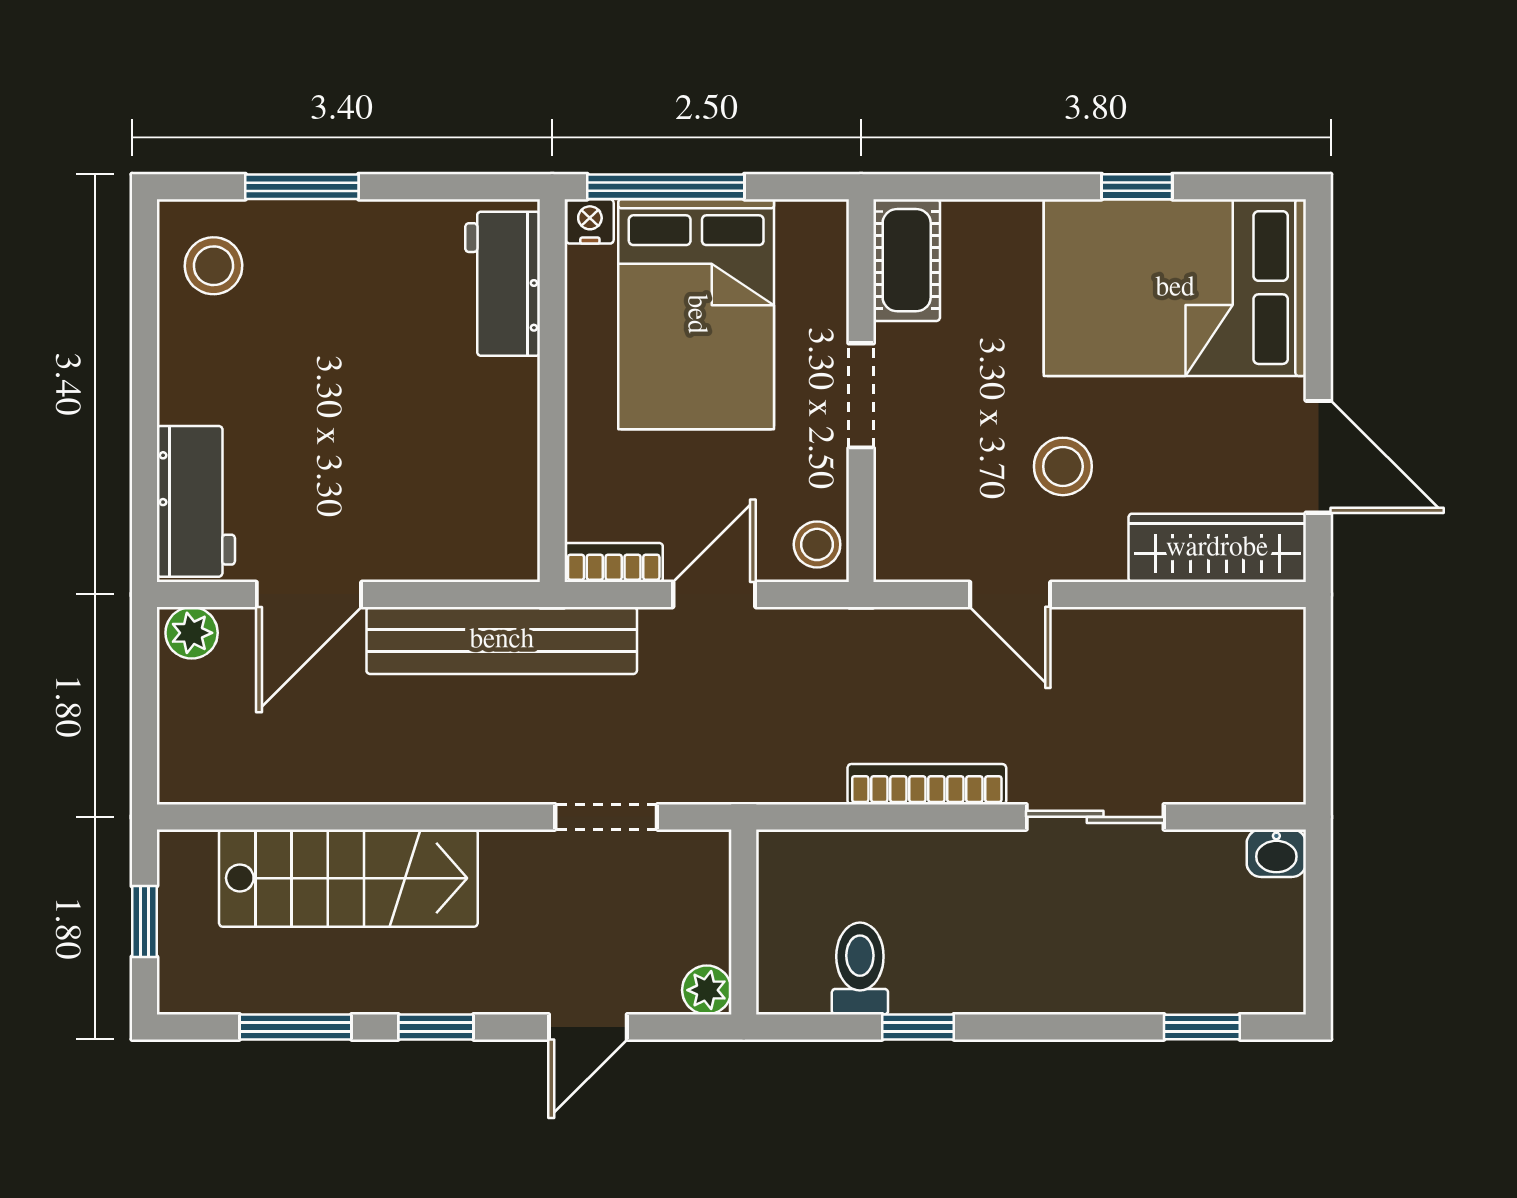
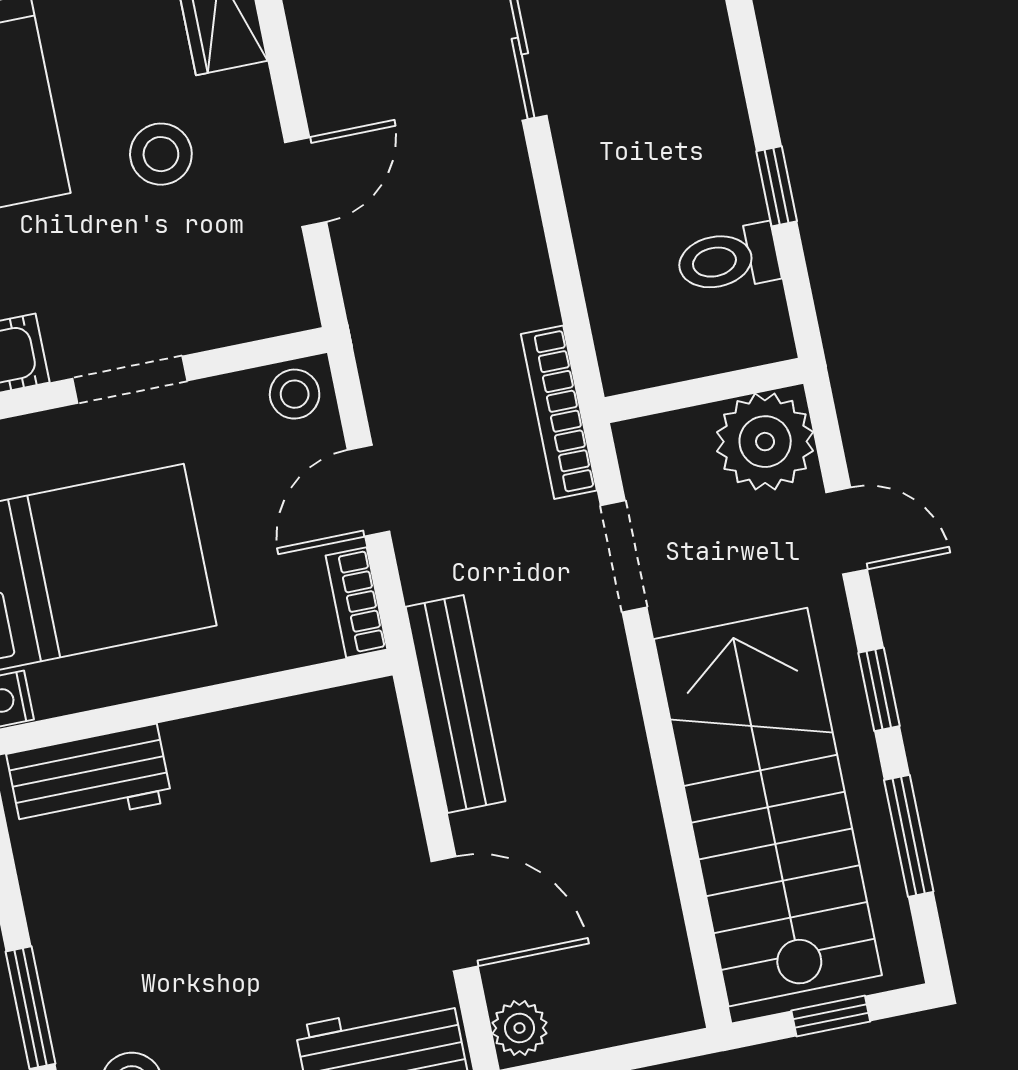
door: (714, 594) -> (369, 491), hinge flipped
bench: (502, 640) -> (455, 704), width x0.73, depth x0.82
bookcase: (927, 784) -> (559, 412), moved
stairs: (348, 878) -> (768, 807), width x1.36, depth x1.51
plant: (707, 990) -> (765, 442), width x1.88, depth x1.88

